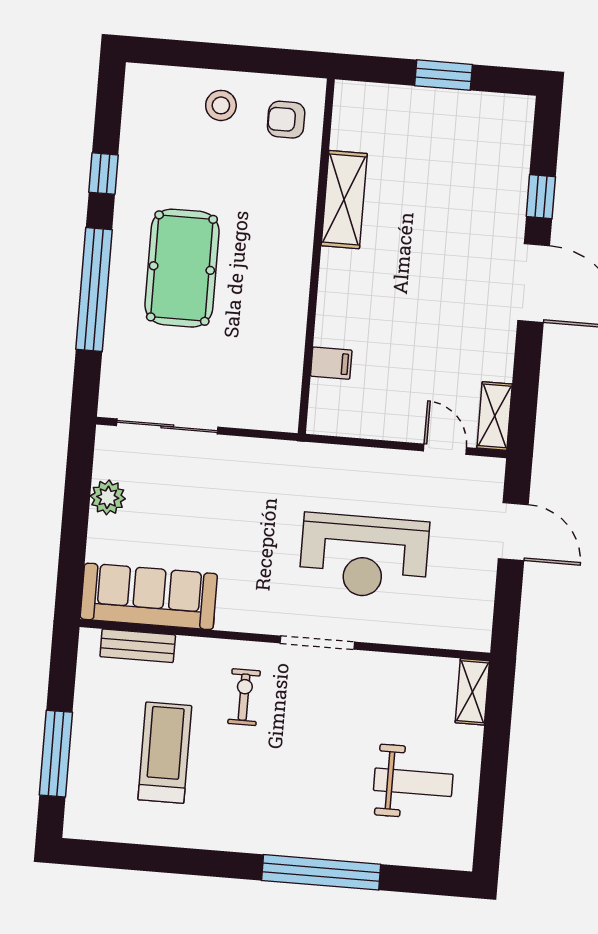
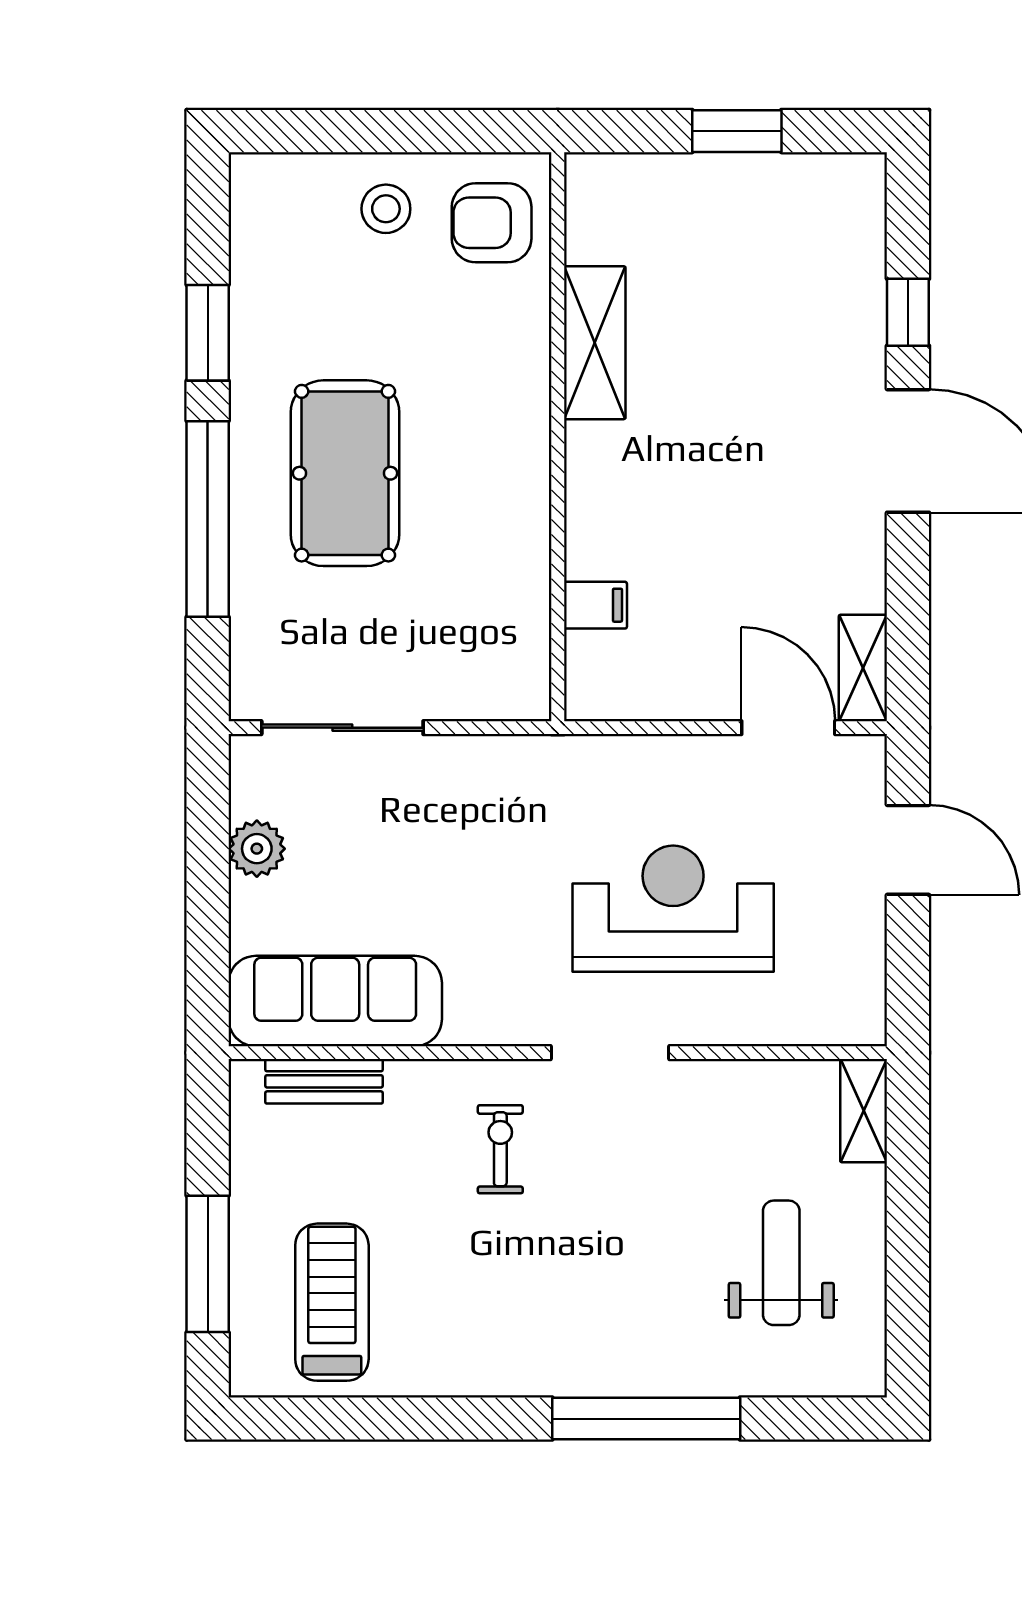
armchair: (286, 120) -> (492, 223), width x1.38, depth x1.38
window: (104, 174) -> (208, 333), width x1.50
door: (445, 449) -> (788, 728), width x1.38
reception desk: (364, 556) -> (673, 909), turned 180
treadmill: (165, 753) -> (332, 1302), moved
weight bench: (413, 782) -> (781, 1263), turned -90

